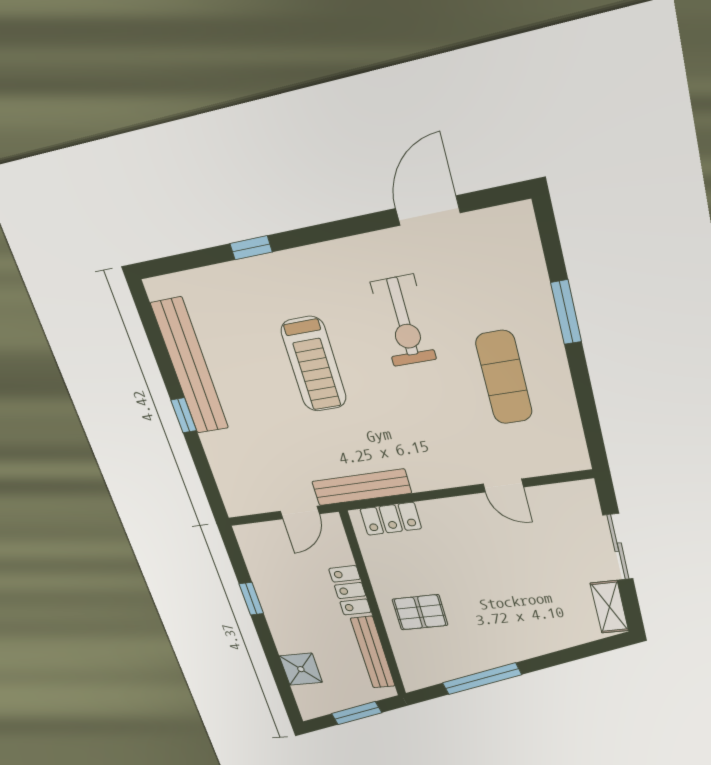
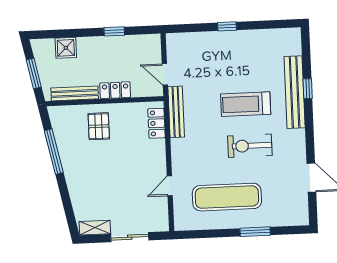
exercise bike: (404, 321) -> (250, 146), moved
bench: (190, 366) -> (295, 92), moved, turned 90
exercise mat: (504, 377) -> (227, 197), width x1.36, depth x1.45

